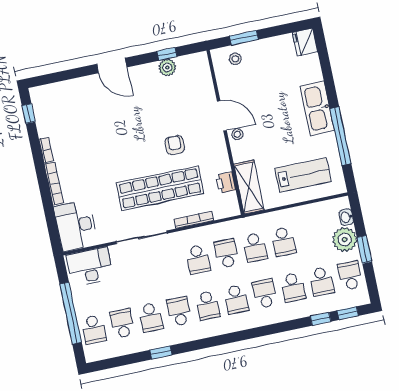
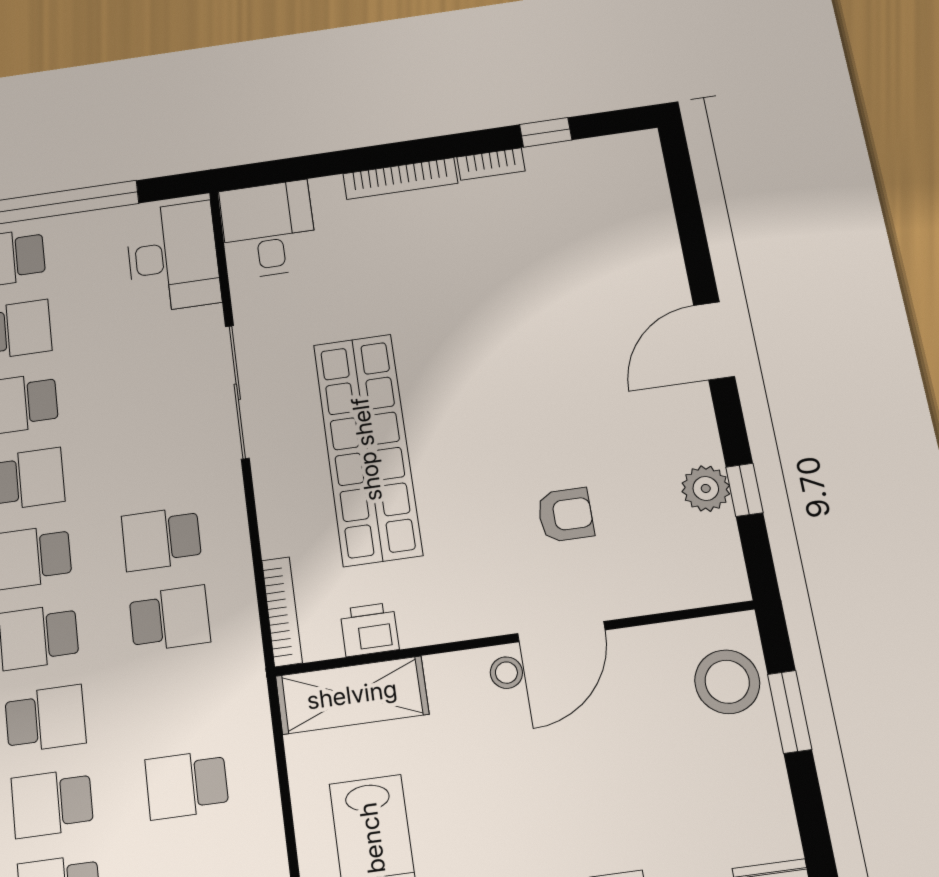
stool: (235, 59) -> (727, 682), width x1.89, depth x1.89
window: (29, 114) -> (546, 132), moved
armchair: (175, 145) -> (565, 515), moved
bookcase: (194, 220) -> (282, 611), moved
desk: (76, 226) -> (268, 229), width x0.73
school desk: (255, 247) -> (178, 700), removed

